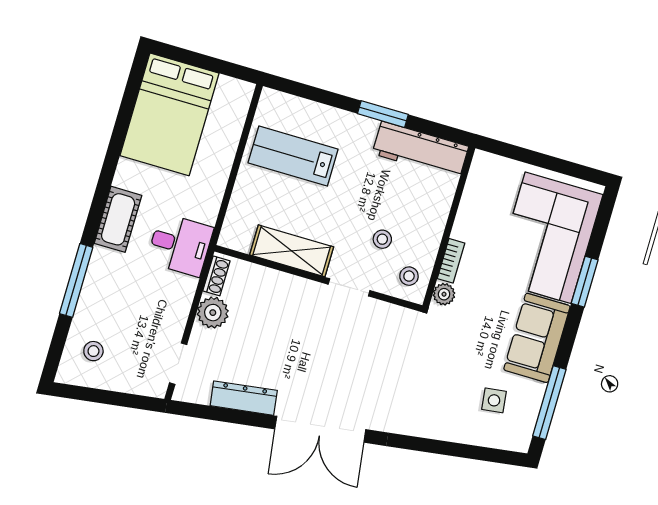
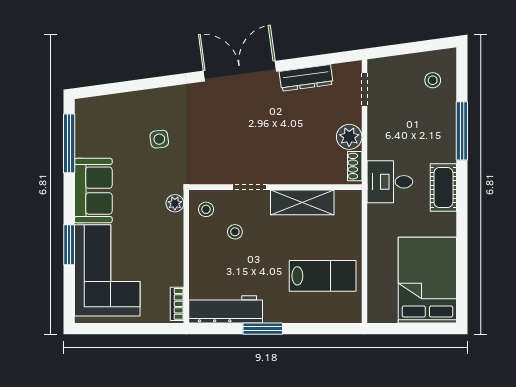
bookcase: (451, 261) -> (177, 304), moved
side table: (494, 400) -> (159, 139), moved

